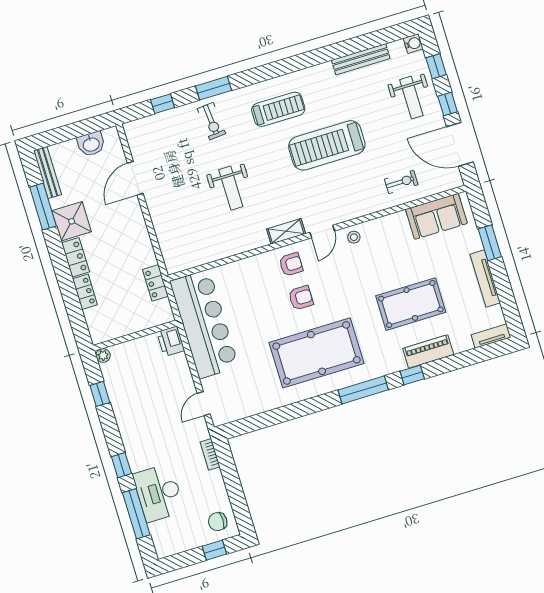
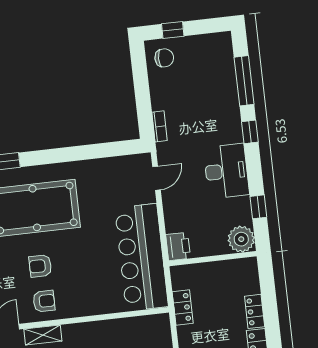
armchair: (291, 264) -> (44, 301), turned 180
plant: (103, 355) -> (241, 239), width x1.88, depth x1.88
desk: (159, 493) -> (226, 171), moved

